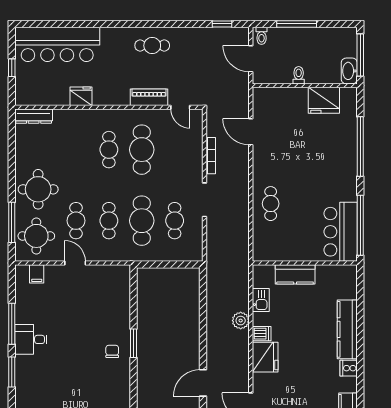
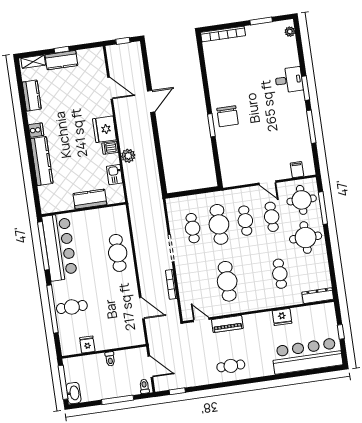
washbasin: (349, 71) -> (74, 393), moved
fridge: (324, 100) -> (87, 344), width x0.53, depth x0.75
cafe table: (336, 146) -> (72, 307), added
cafe table: (109, 150) -> (280, 274), moved
cafe table: (271, 204) -> (118, 253), width x1.37, depth x1.35
bar counter: (341, 232) -> (60, 247), width x1.36
desk: (31, 339) -> (289, 80), moved
chair: (112, 351) -> (228, 116), width x1.87, depth x1.87

